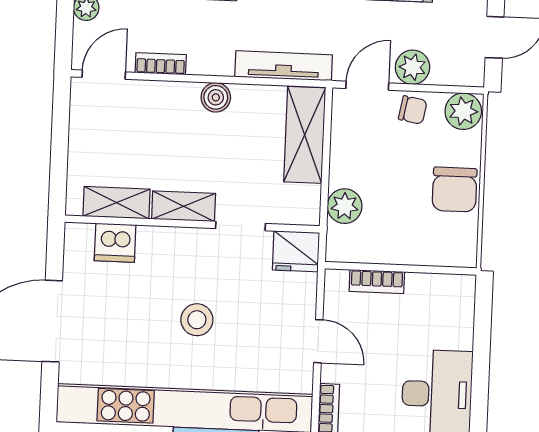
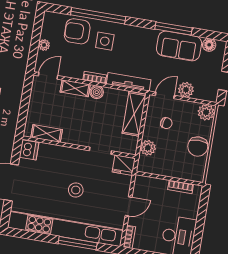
bookcase: (161, 64) -> (95, 78), moved
chair: (413, 110) -> (166, 123), moved
shelving: (184, 206) -> (75, 88), moved
dishwasher: (115, 243) -> (29, 150), moved, turned -90
bookcase: (377, 282) -> (181, 187), moved
door: (318, 341) -> (129, 206), hinge flipped

